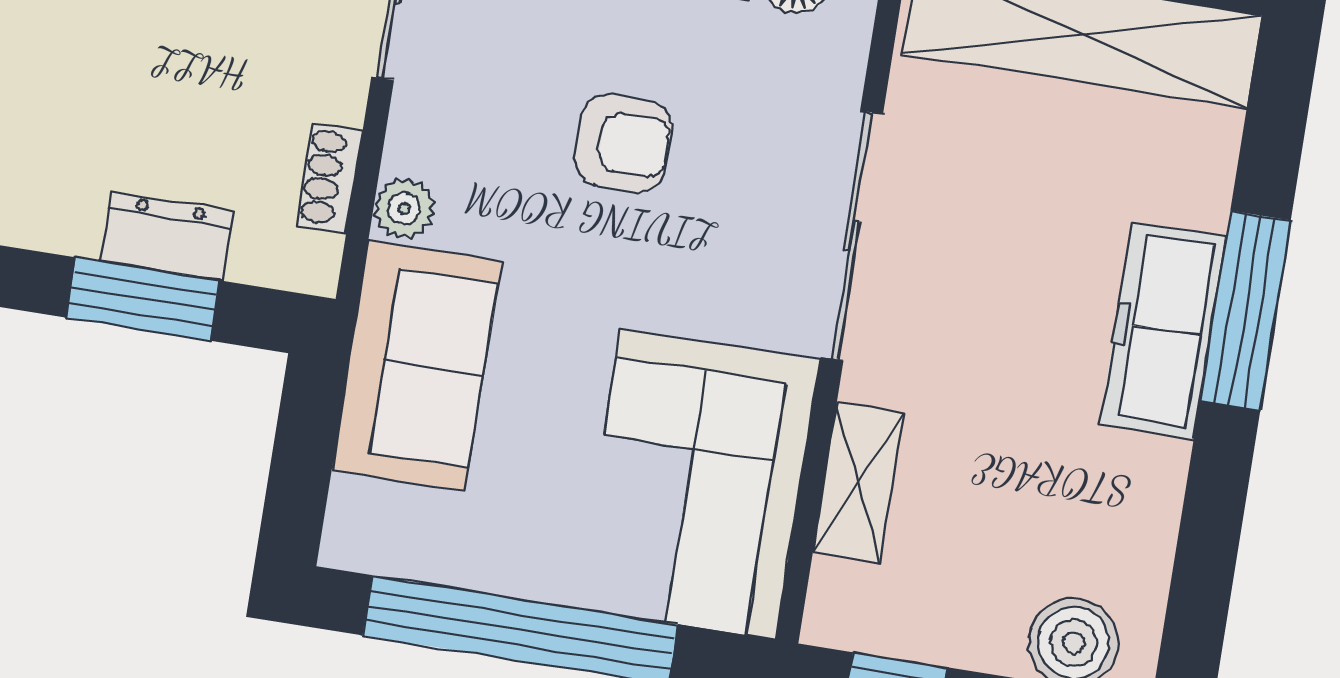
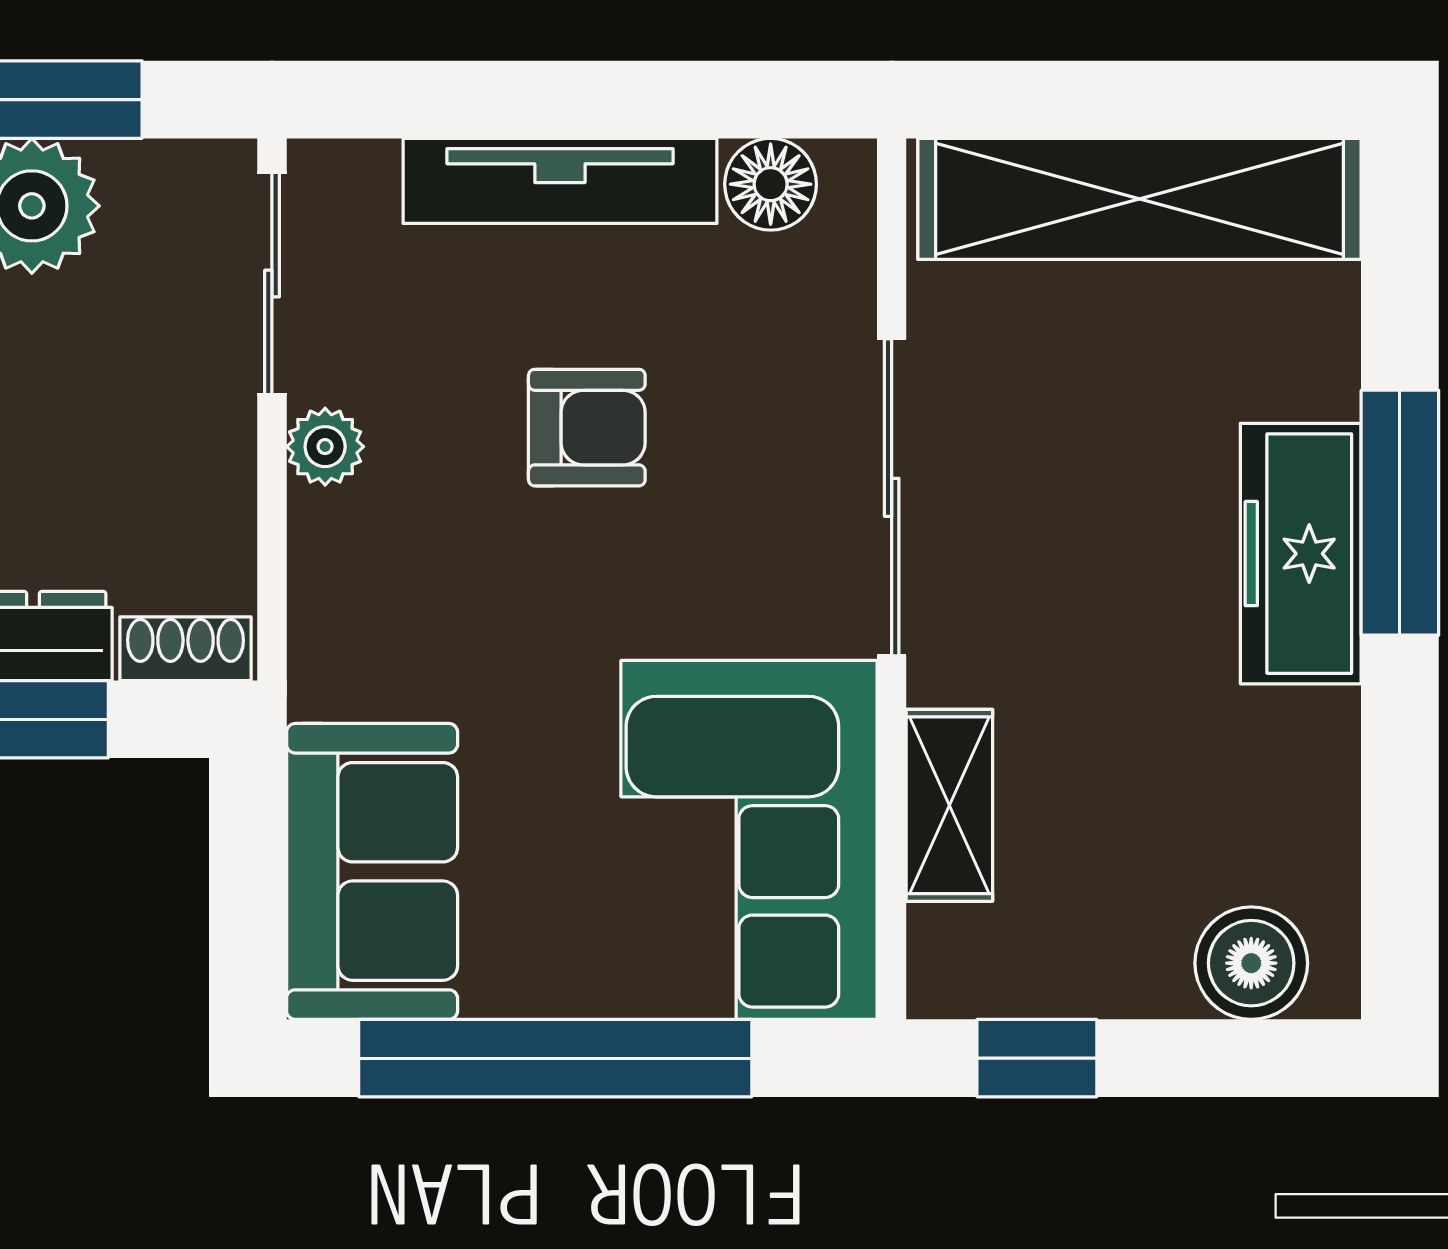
shoe rack: (330, 178) -> (185, 649), moved, turned 90
plant: (404, 208) -> (325, 447), moved
sofa: (416, 365) -> (372, 871), moved

